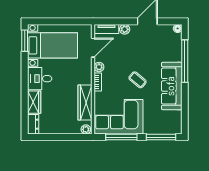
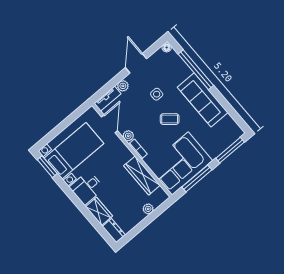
side table: (143, 55) -> (157, 94), added
plant: (86, 129) -> (148, 209), moved

